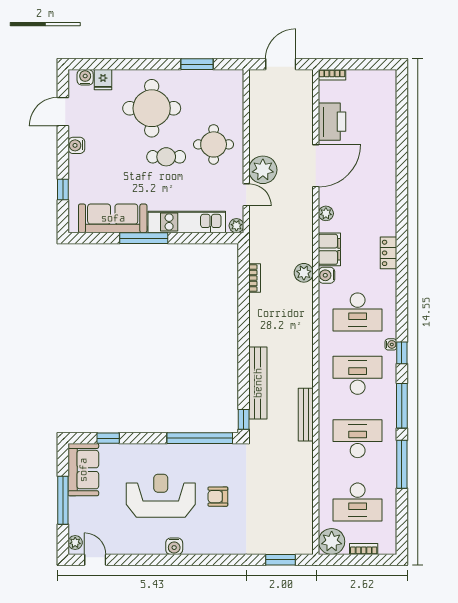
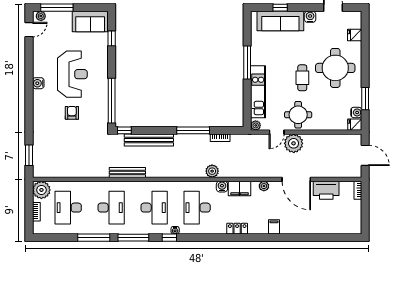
water cooler: (85, 77) -> (356, 112), moved
fridge: (235, 80) -> (355, 125), added
round table: (214, 144) -> (298, 115), moved
filing cabinet: (386, 199) -> (274, 227), added
sofa: (113, 218) -> (280, 21), moved, turned 90
plant: (304, 273) -> (212, 171), moved
window: (244, 318) -> (193, 130), added
window: (63, 500) -> (57, 8), moved

